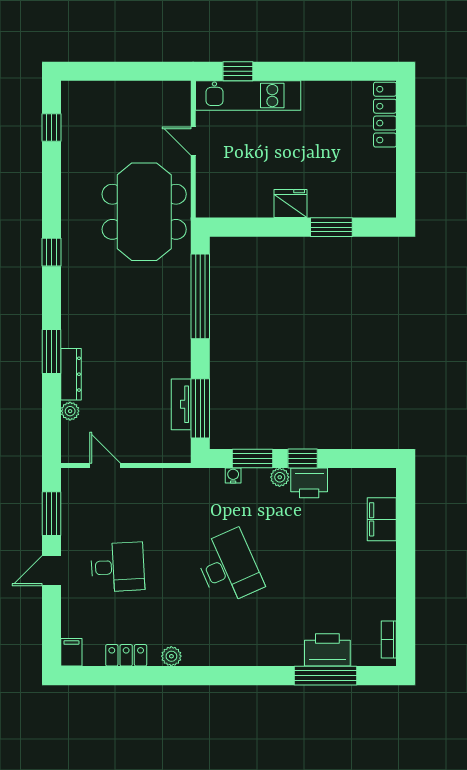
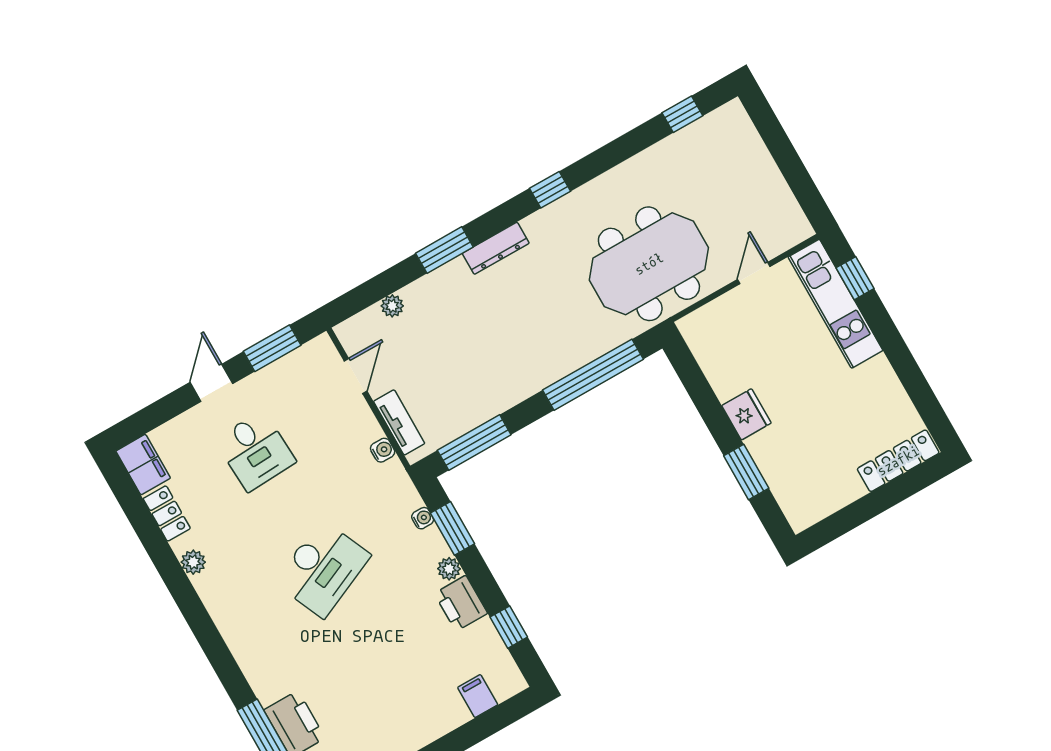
dresser: (71, 374) -> (496, 248), moved
tv unit: (181, 404) -> (399, 422), moved, turned 90
window: (303, 458) -> (509, 627), moved
water cooler: (169, 476) -> (383, 450), added
filing cabinet: (382, 519) -> (478, 696), width x0.50
door: (52, 571) -> (211, 383), hinge flipped
filing cabinet: (71, 652) -> (143, 465), width x2.00

